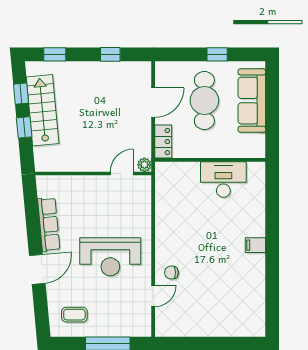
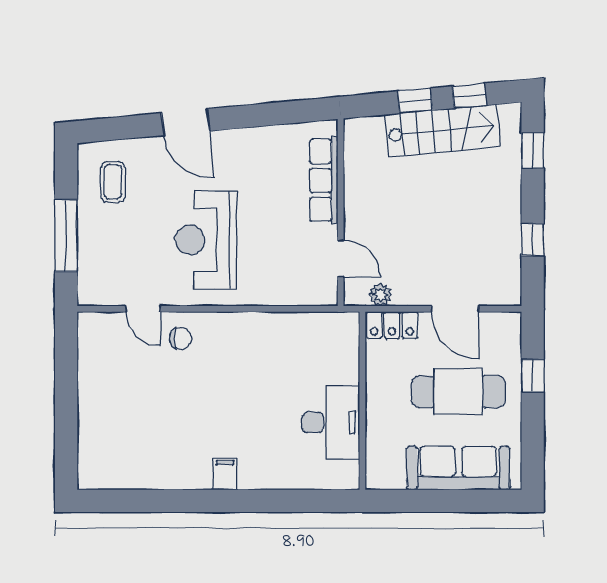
window: (217, 54) -> (533, 376), moved
plant: (144, 165) -> (380, 295), moved
row of seats: (49, 224) -> (324, 180), moved, turned 95
chair: (171, 273) -> (181, 338), turned 90

